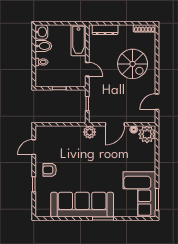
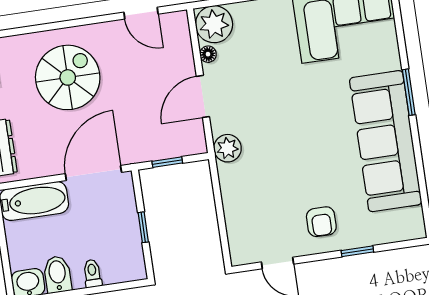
door: (87, 69) -> (93, 173), width x1.87
door: (115, 124) -> (203, 96), swing flipped

